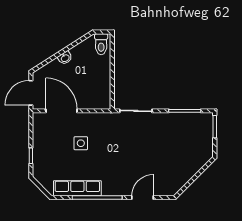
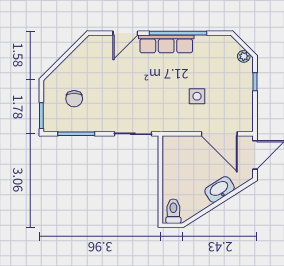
washbasin: (65, 58) -> (220, 189), width x1.91, depth x1.45
chair: (187, 141) -> (74, 99), added
plant: (41, 178) -> (244, 56), added
row of seats: (77, 188) -> (166, 44), moved

